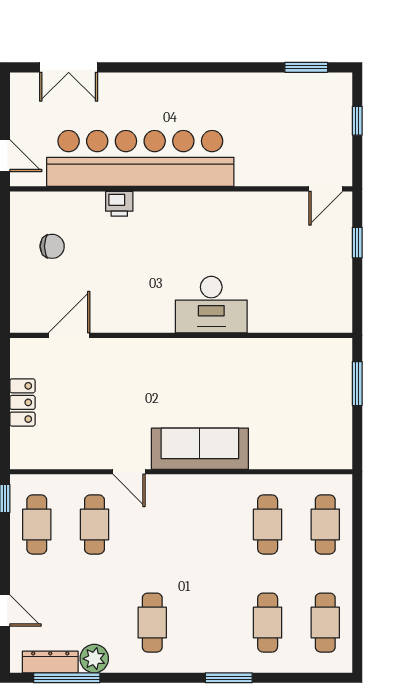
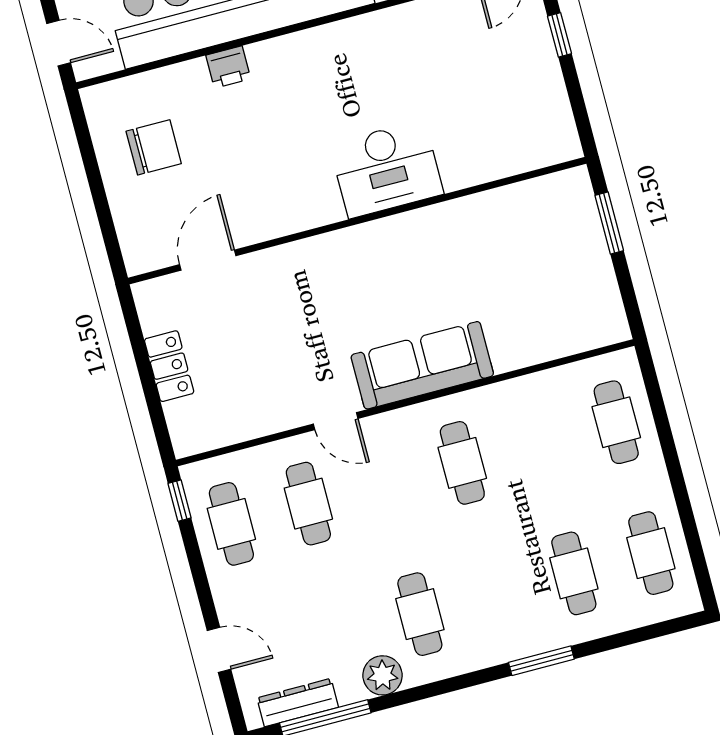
chair: (52, 246) -> (154, 147), width x1.37, depth x1.37
cafe table: (268, 524) -> (462, 463), moved
plant: (94, 659) -> (383, 675), moved

